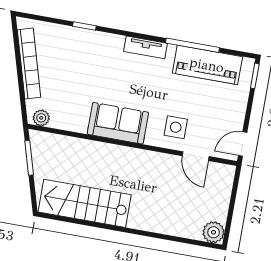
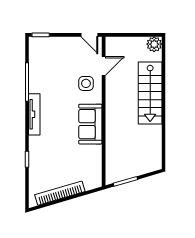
tv unit: (146, 47) -> (34, 114), width x1.41
piano: (207, 65) -> (39, 69), removed
plant: (41, 118) -> (96, 178), removed
stairs: (85, 203) -> (150, 93), moved

